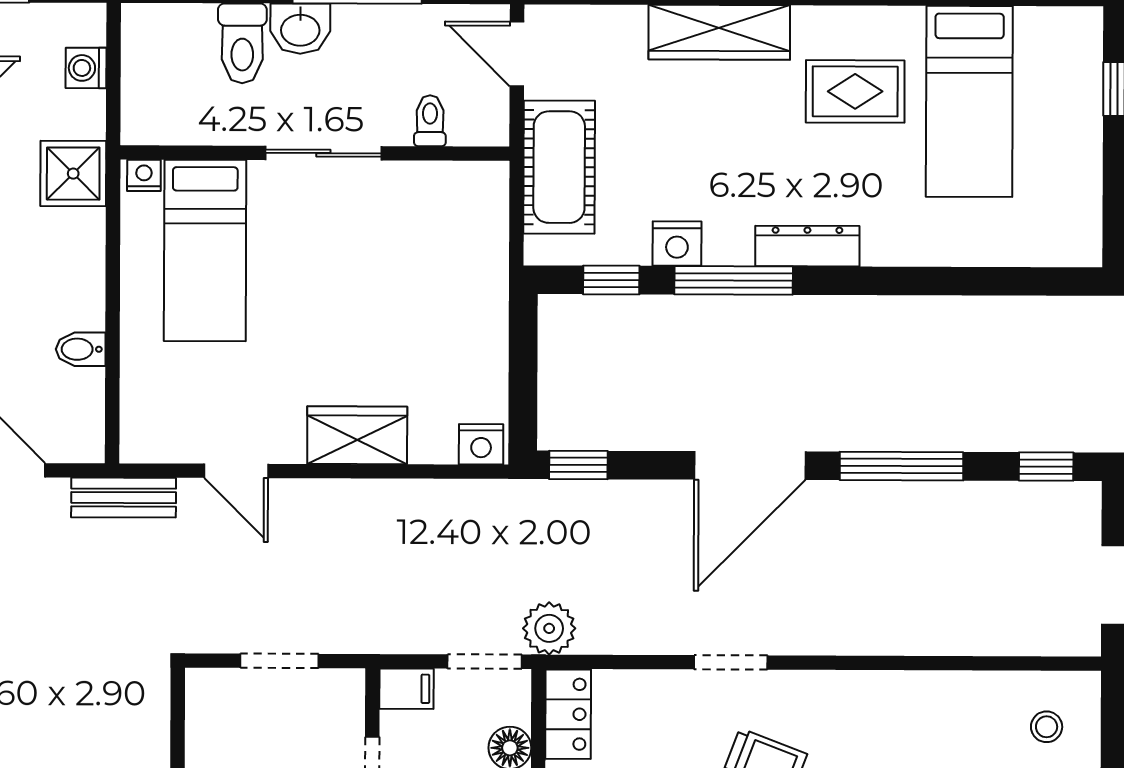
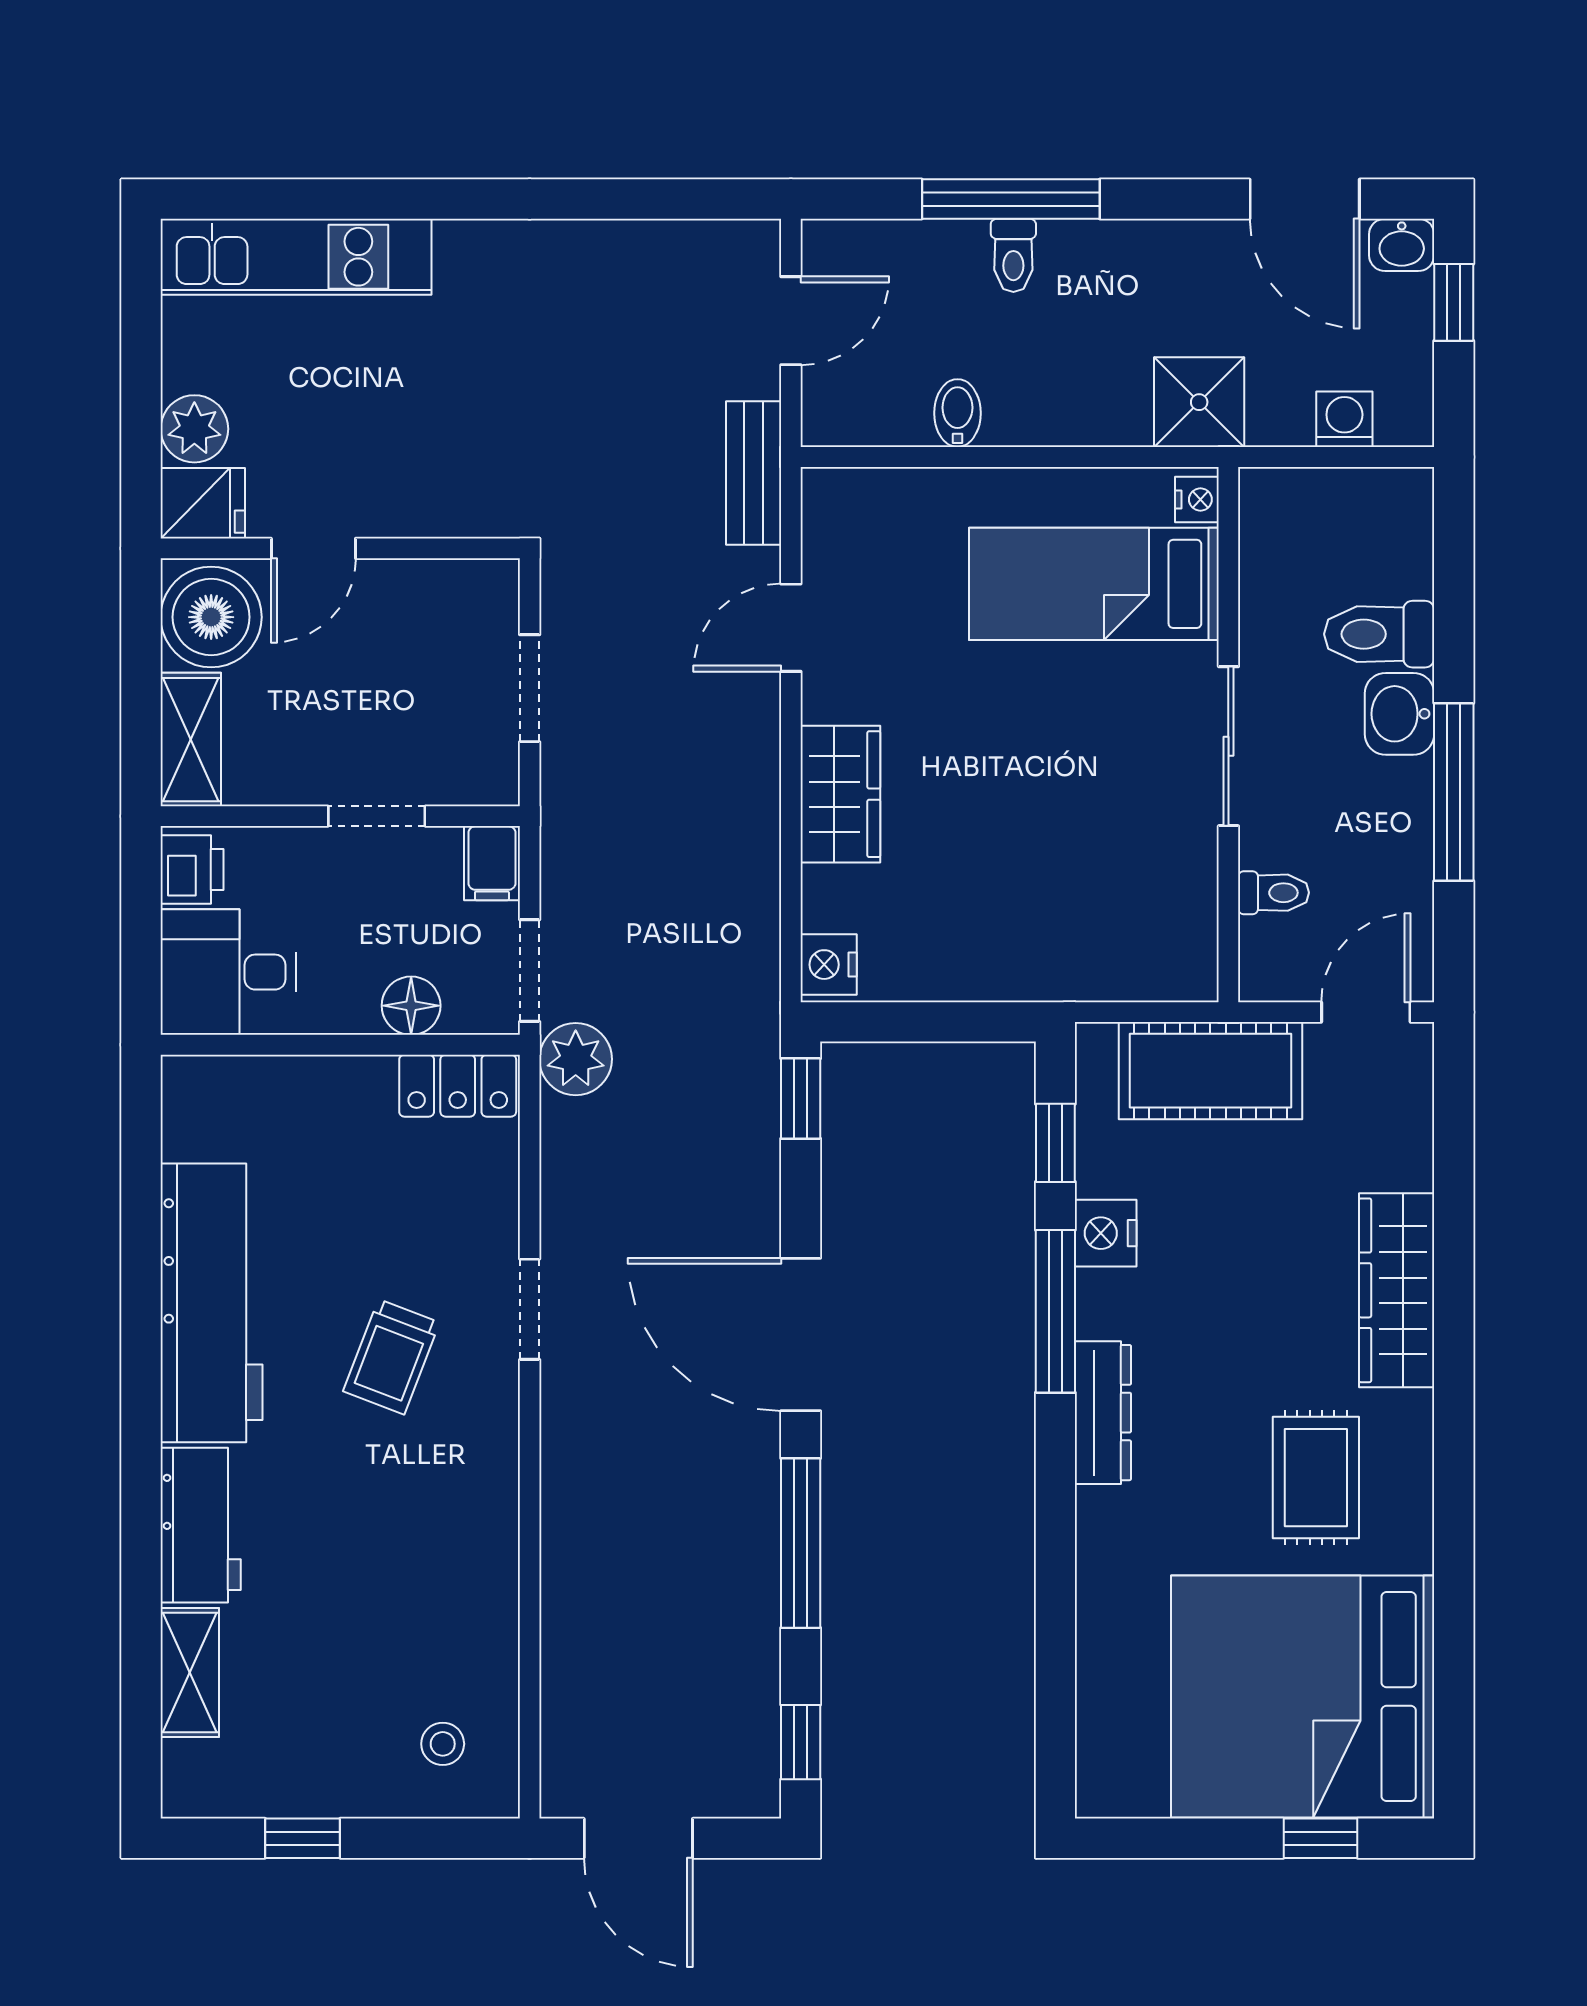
bed: (969, 101) -> (1303, 1697), width x2.04

